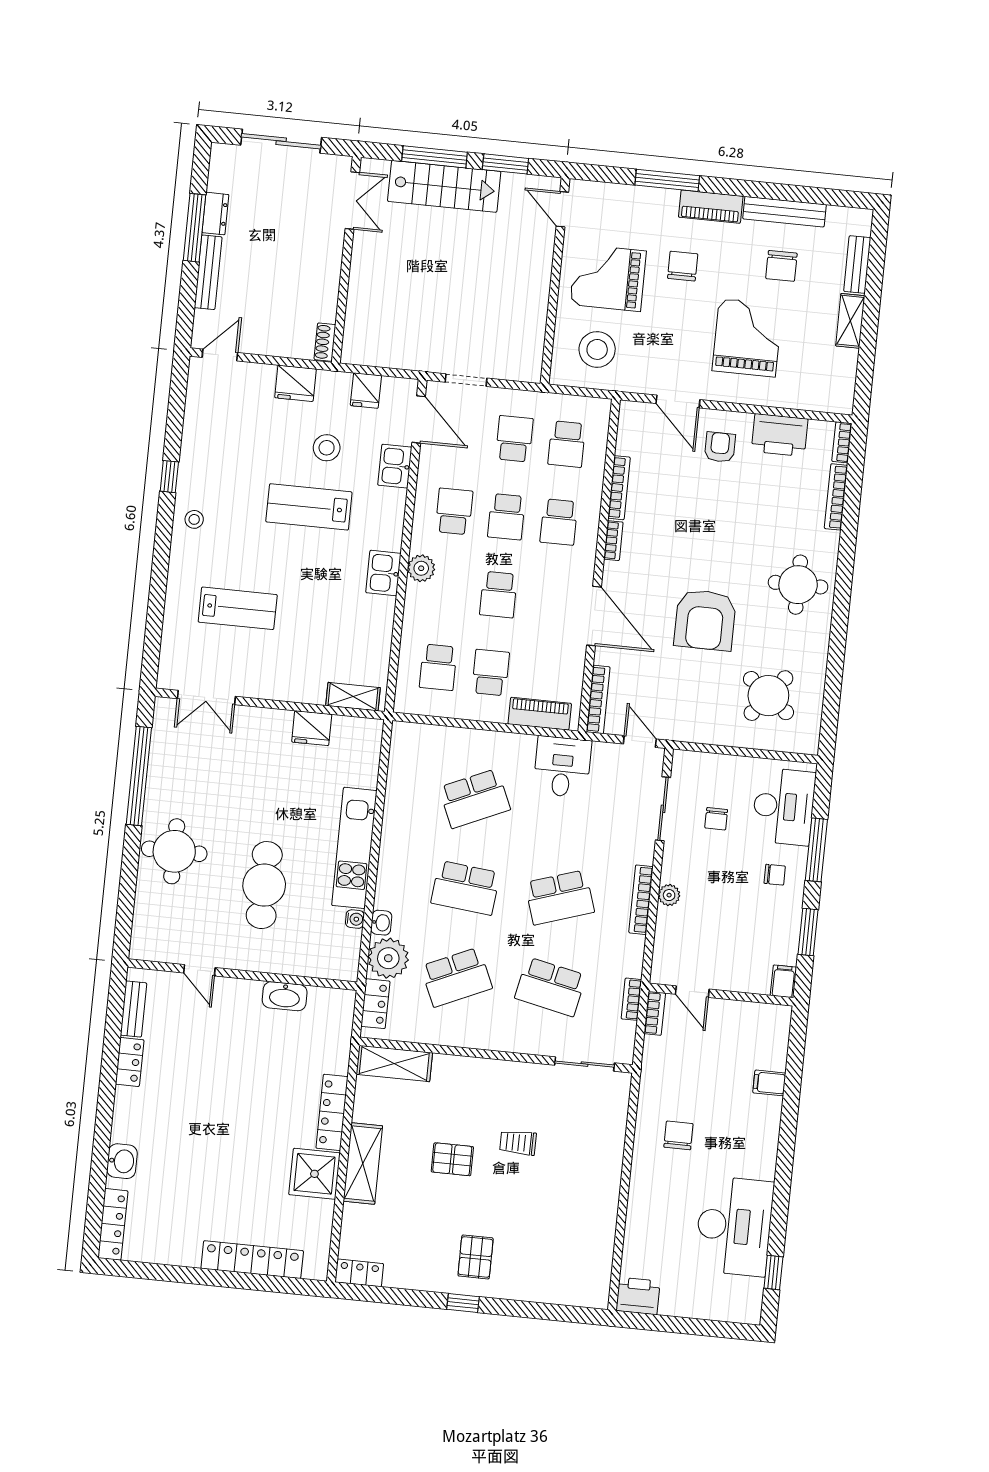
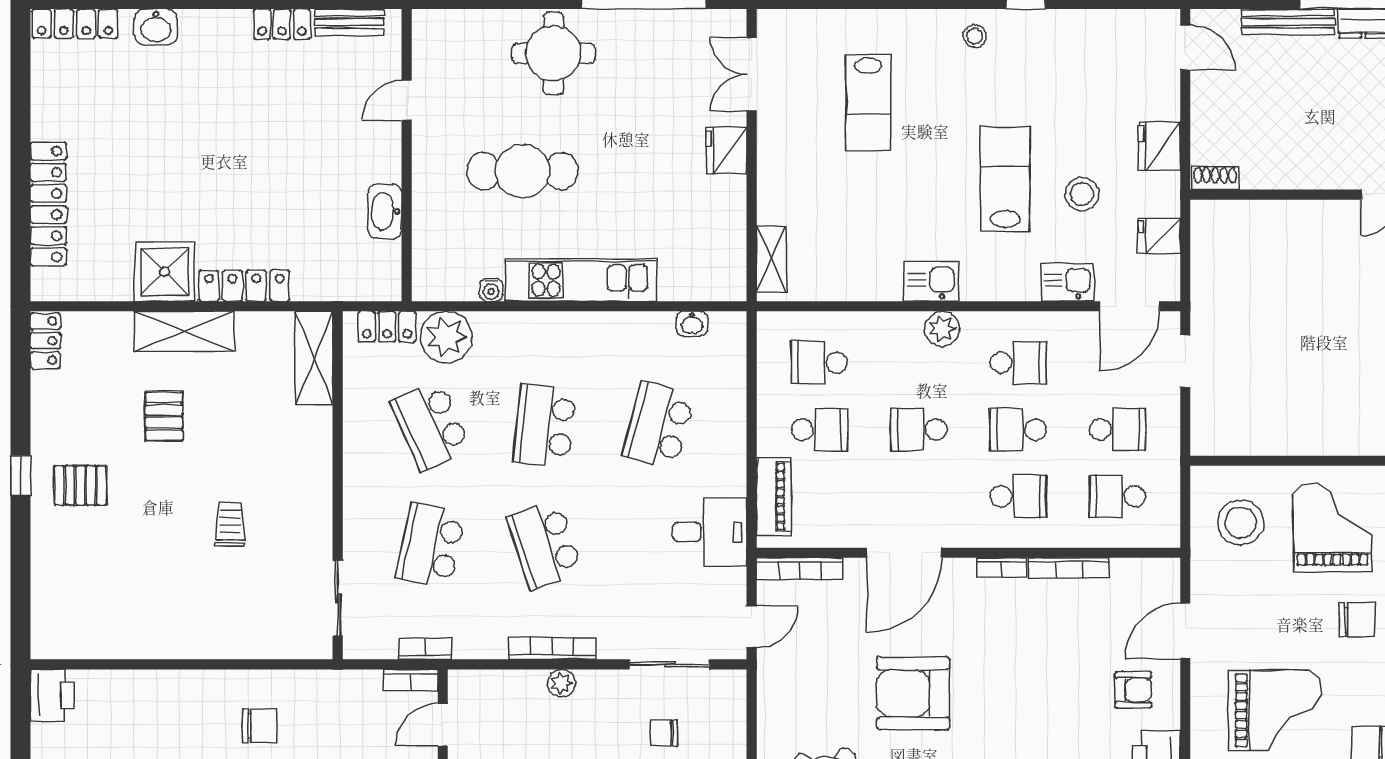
school desk: (559, 522) -> (1018, 496), turned 180
fridge: (312, 728) -> (726, 151), moved
school desk: (475, 799) -> (659, 425), turned 39
washbasin: (381, 923) -> (692, 324), moved
pallet: (452, 1159) -> (164, 416), moved

